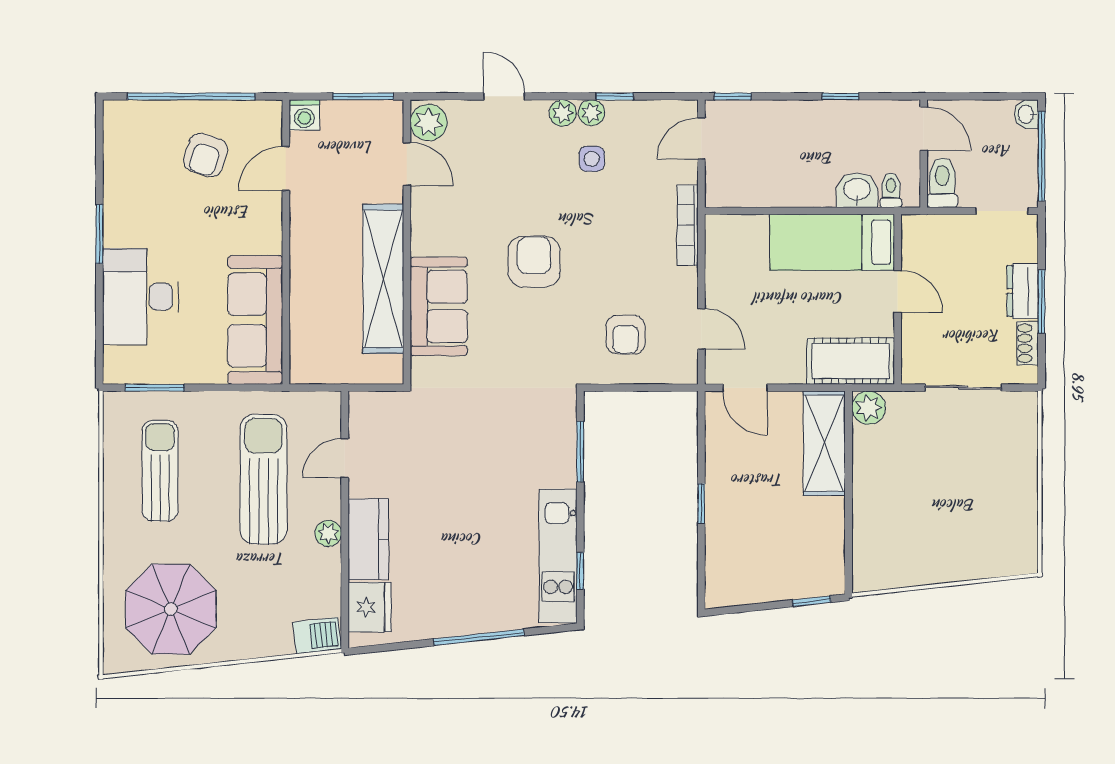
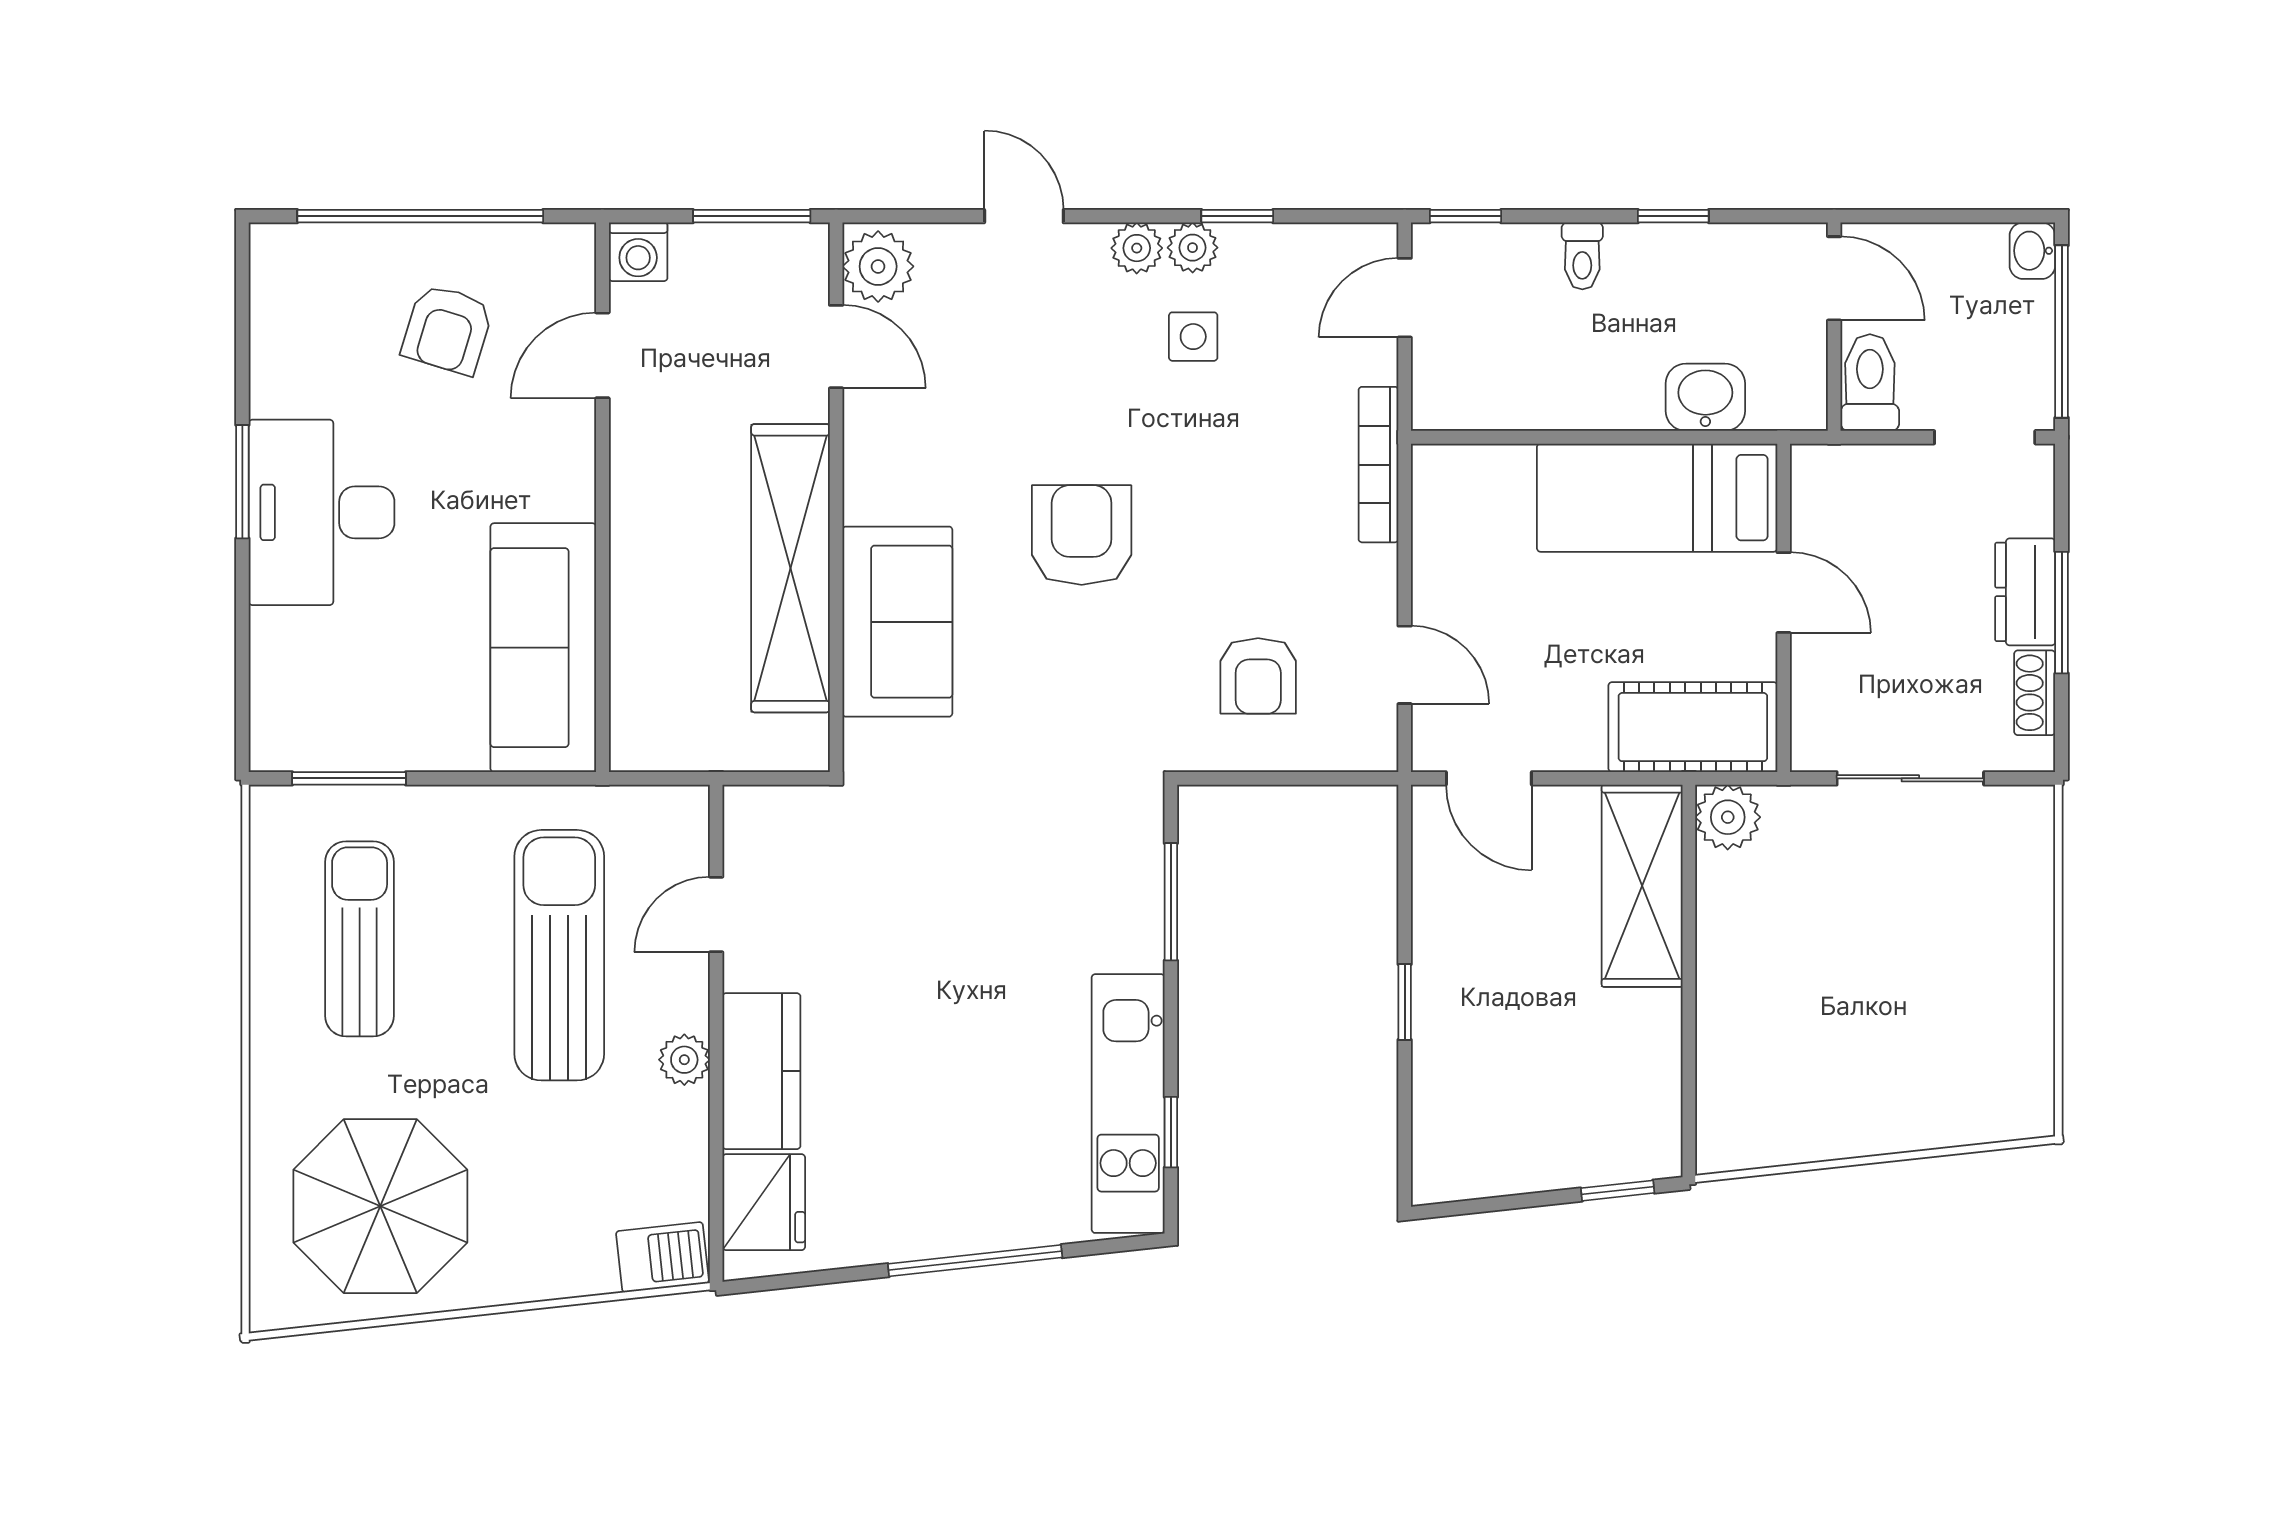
toilet: (891, 190) -> (1582, 256), moved, turned 180
desk: (140, 297) -> (322, 512), moved

